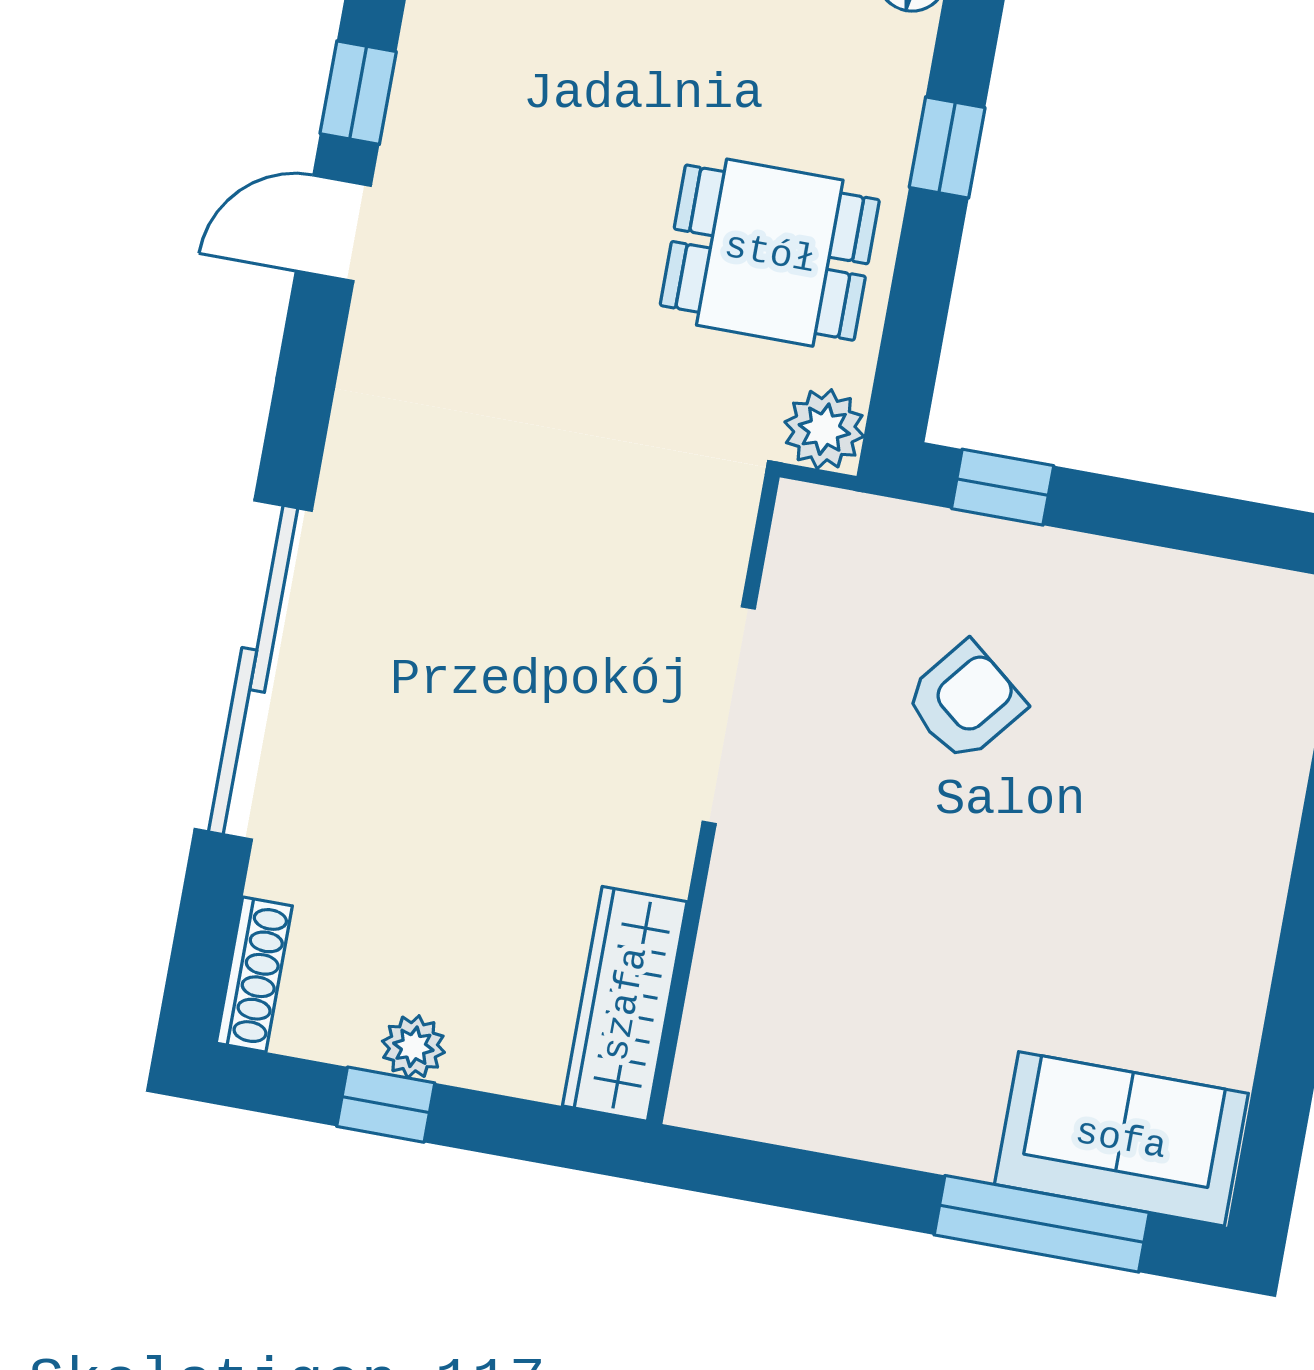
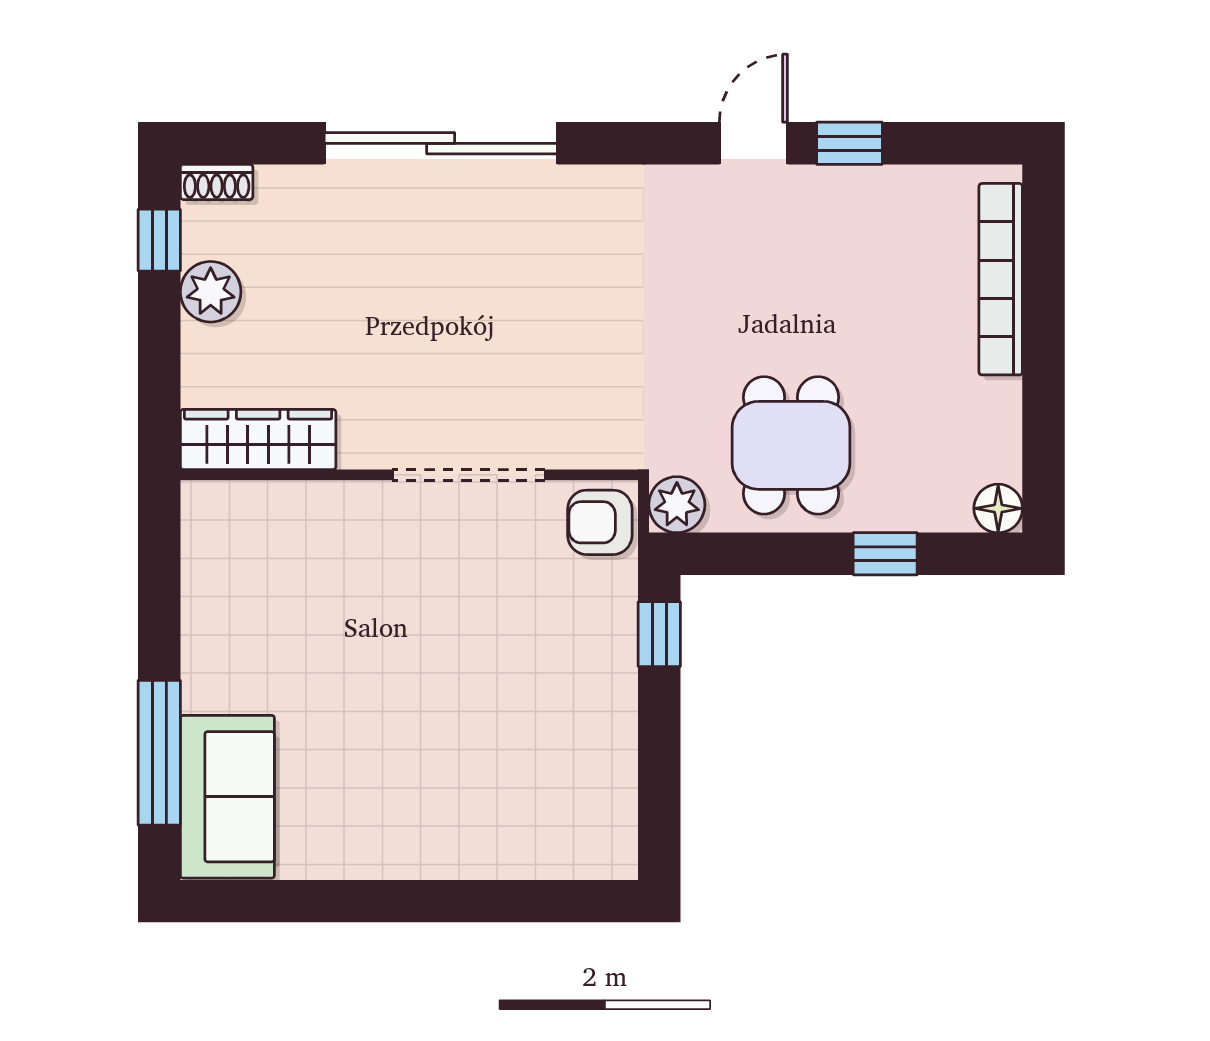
door: (333, 228) -> (753, 143), hinge flipped
armchair: (965, 702) -> (600, 522), moved, turned 141
shoe rack: (254, 974) -> (217, 182), width x0.70
plant: (413, 1047) -> (211, 292), width x1.38, depth x1.38
window: (386, 1105) -> (159, 240), moved

